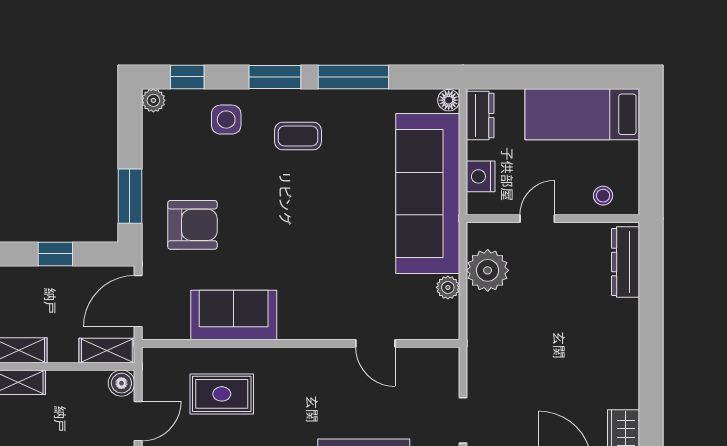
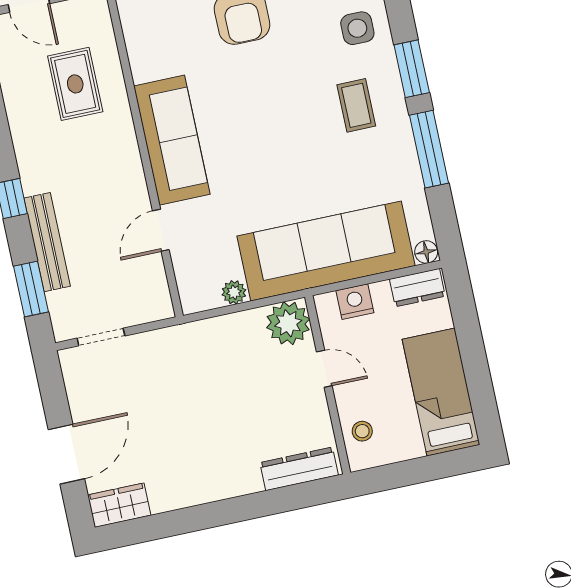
plant: (488, 270) -> (288, 323), moved
sofa: (234, 315) -> (172, 140), moved, width x1.36

